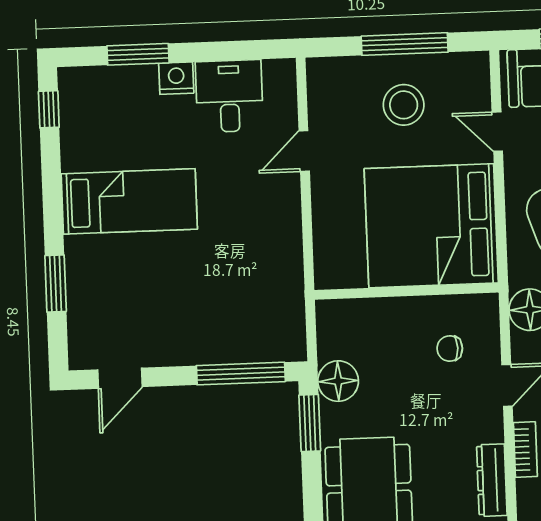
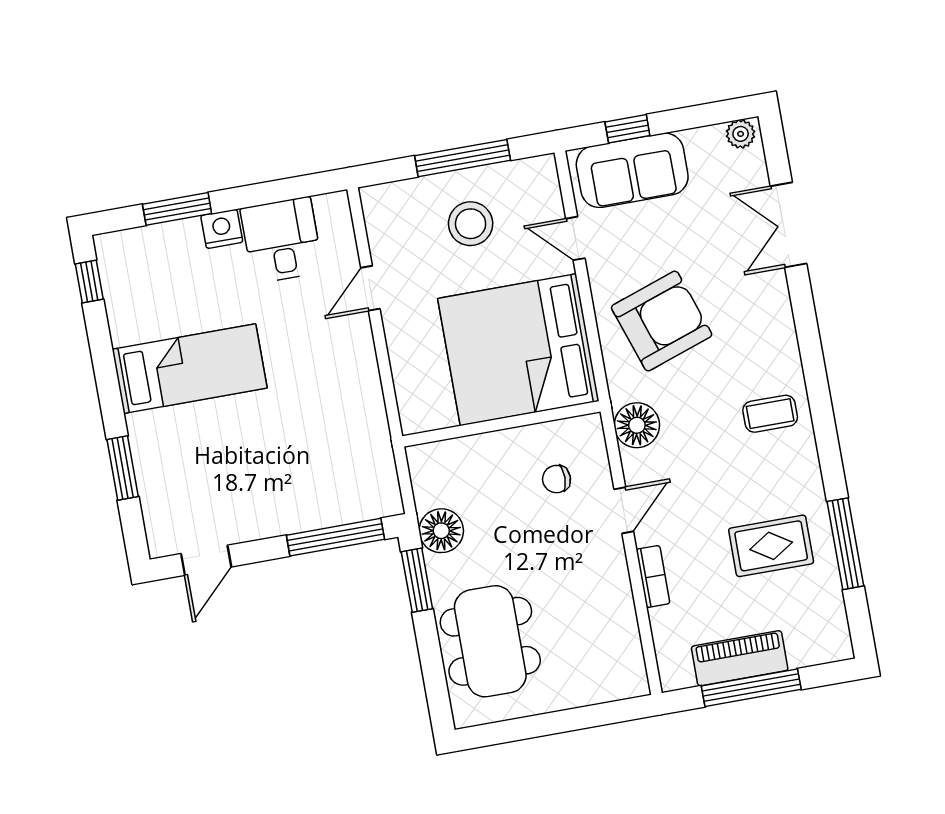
dresser: (492, 480) -> (621, 614), removed

